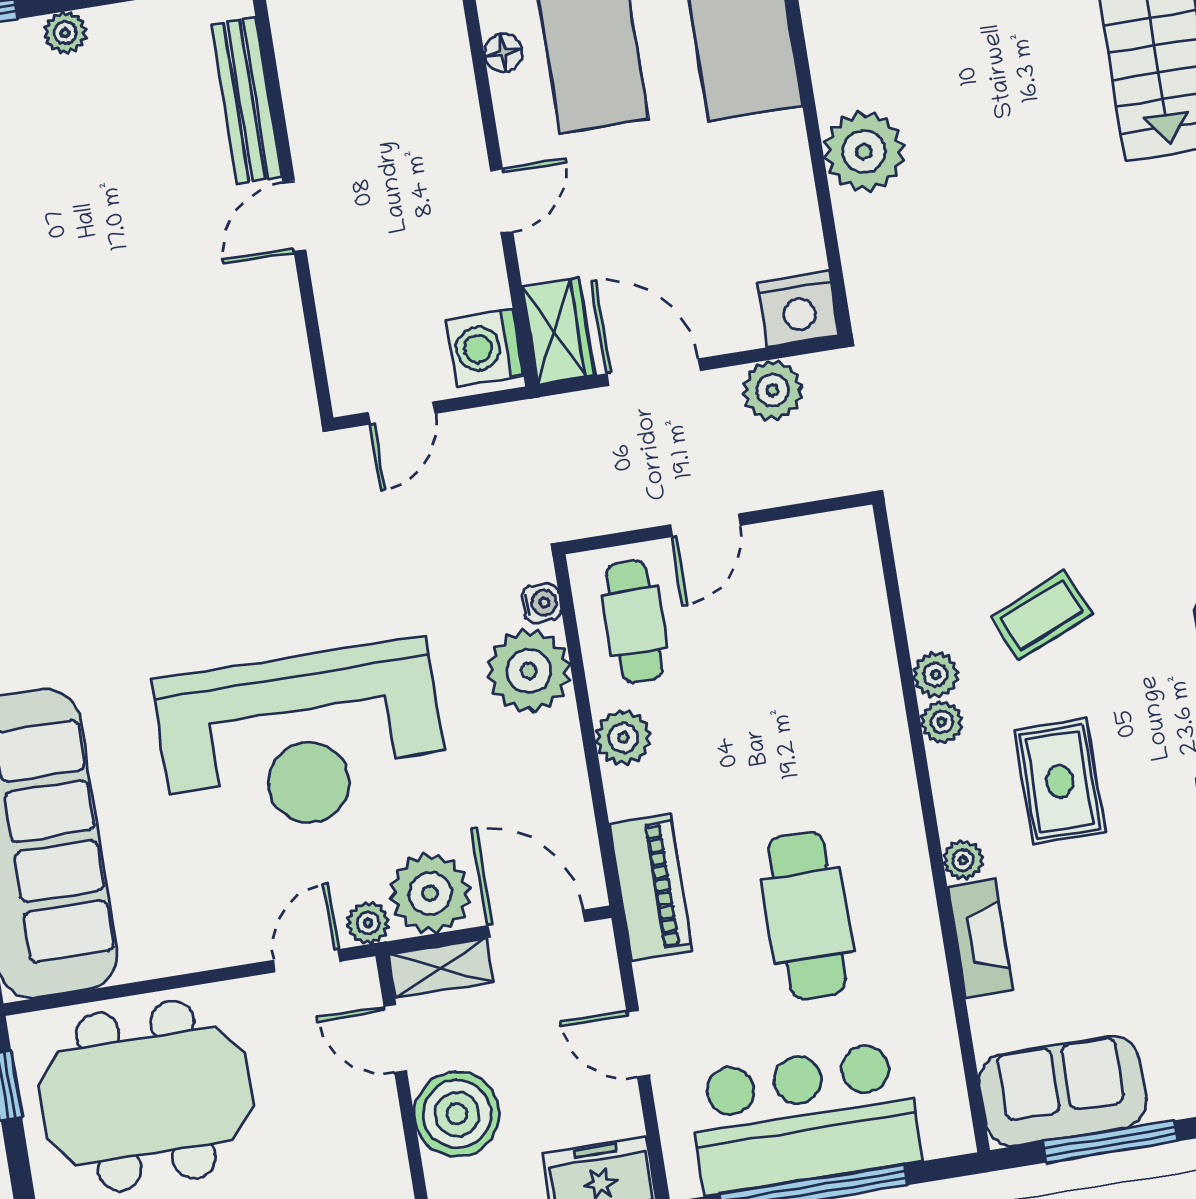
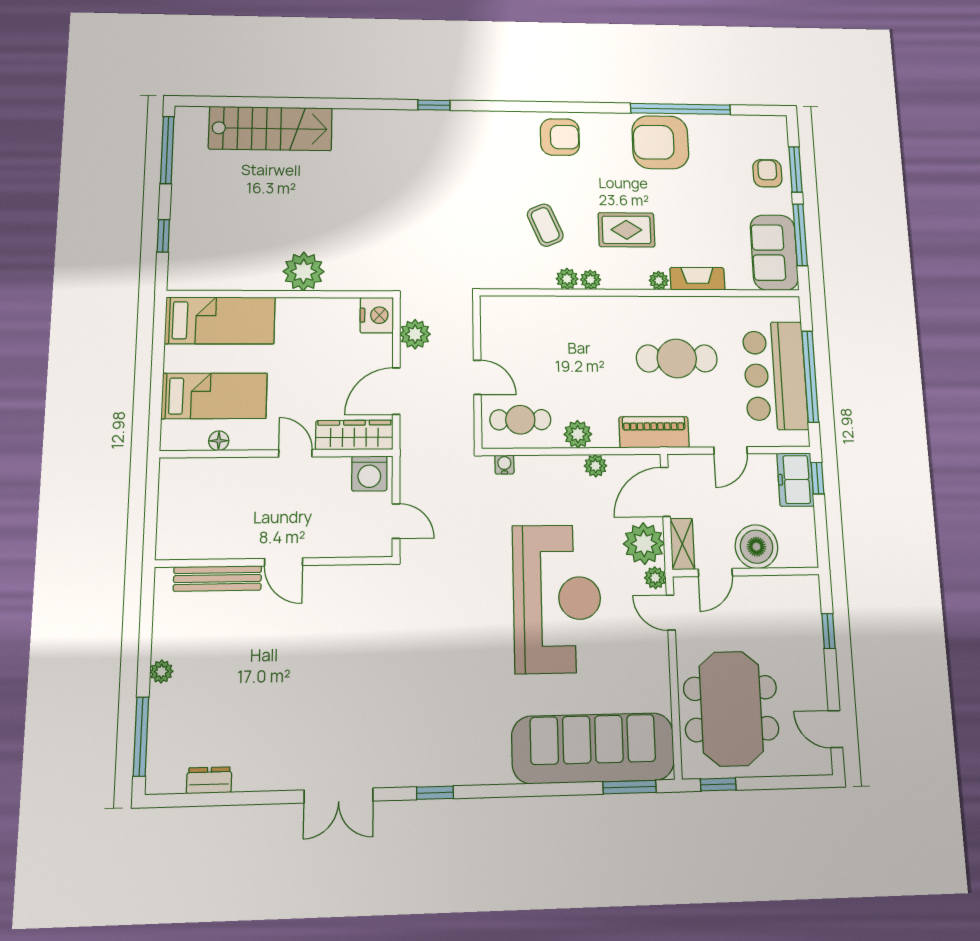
wardrobe: (558, 331) -> (354, 435), width x1.50
plant: (529, 671) -> (595, 466), moved, width x0.53, depth x0.53

